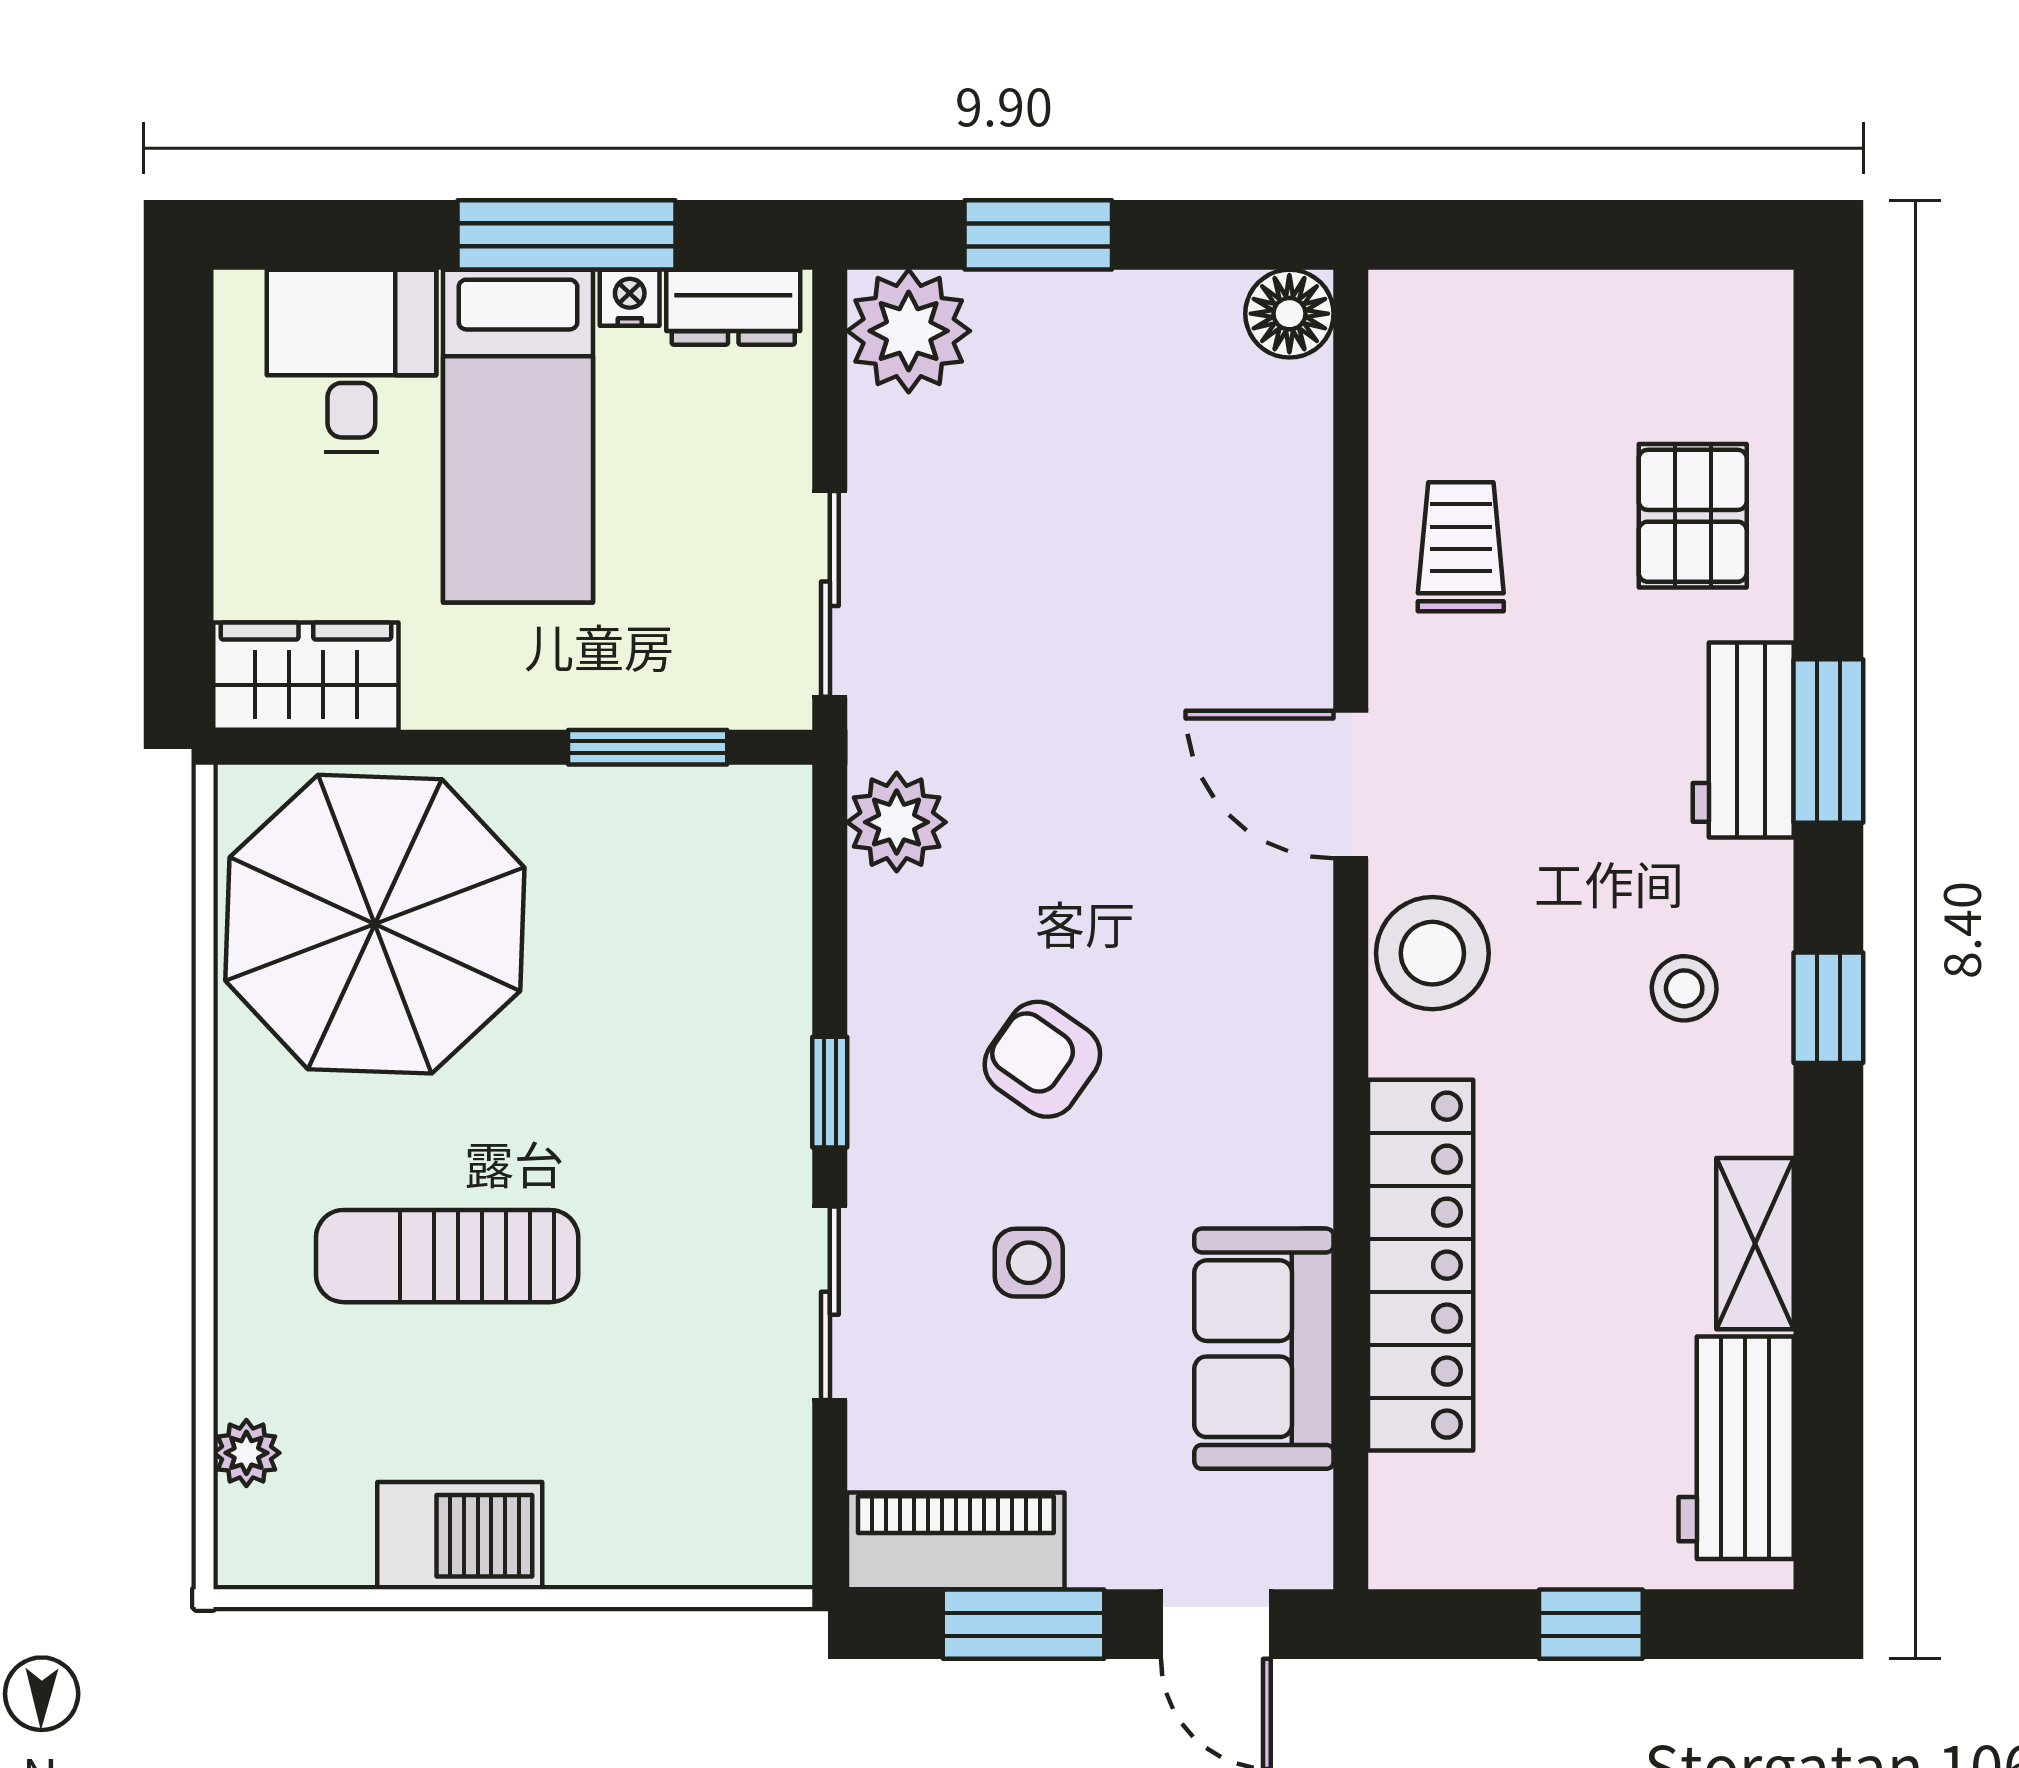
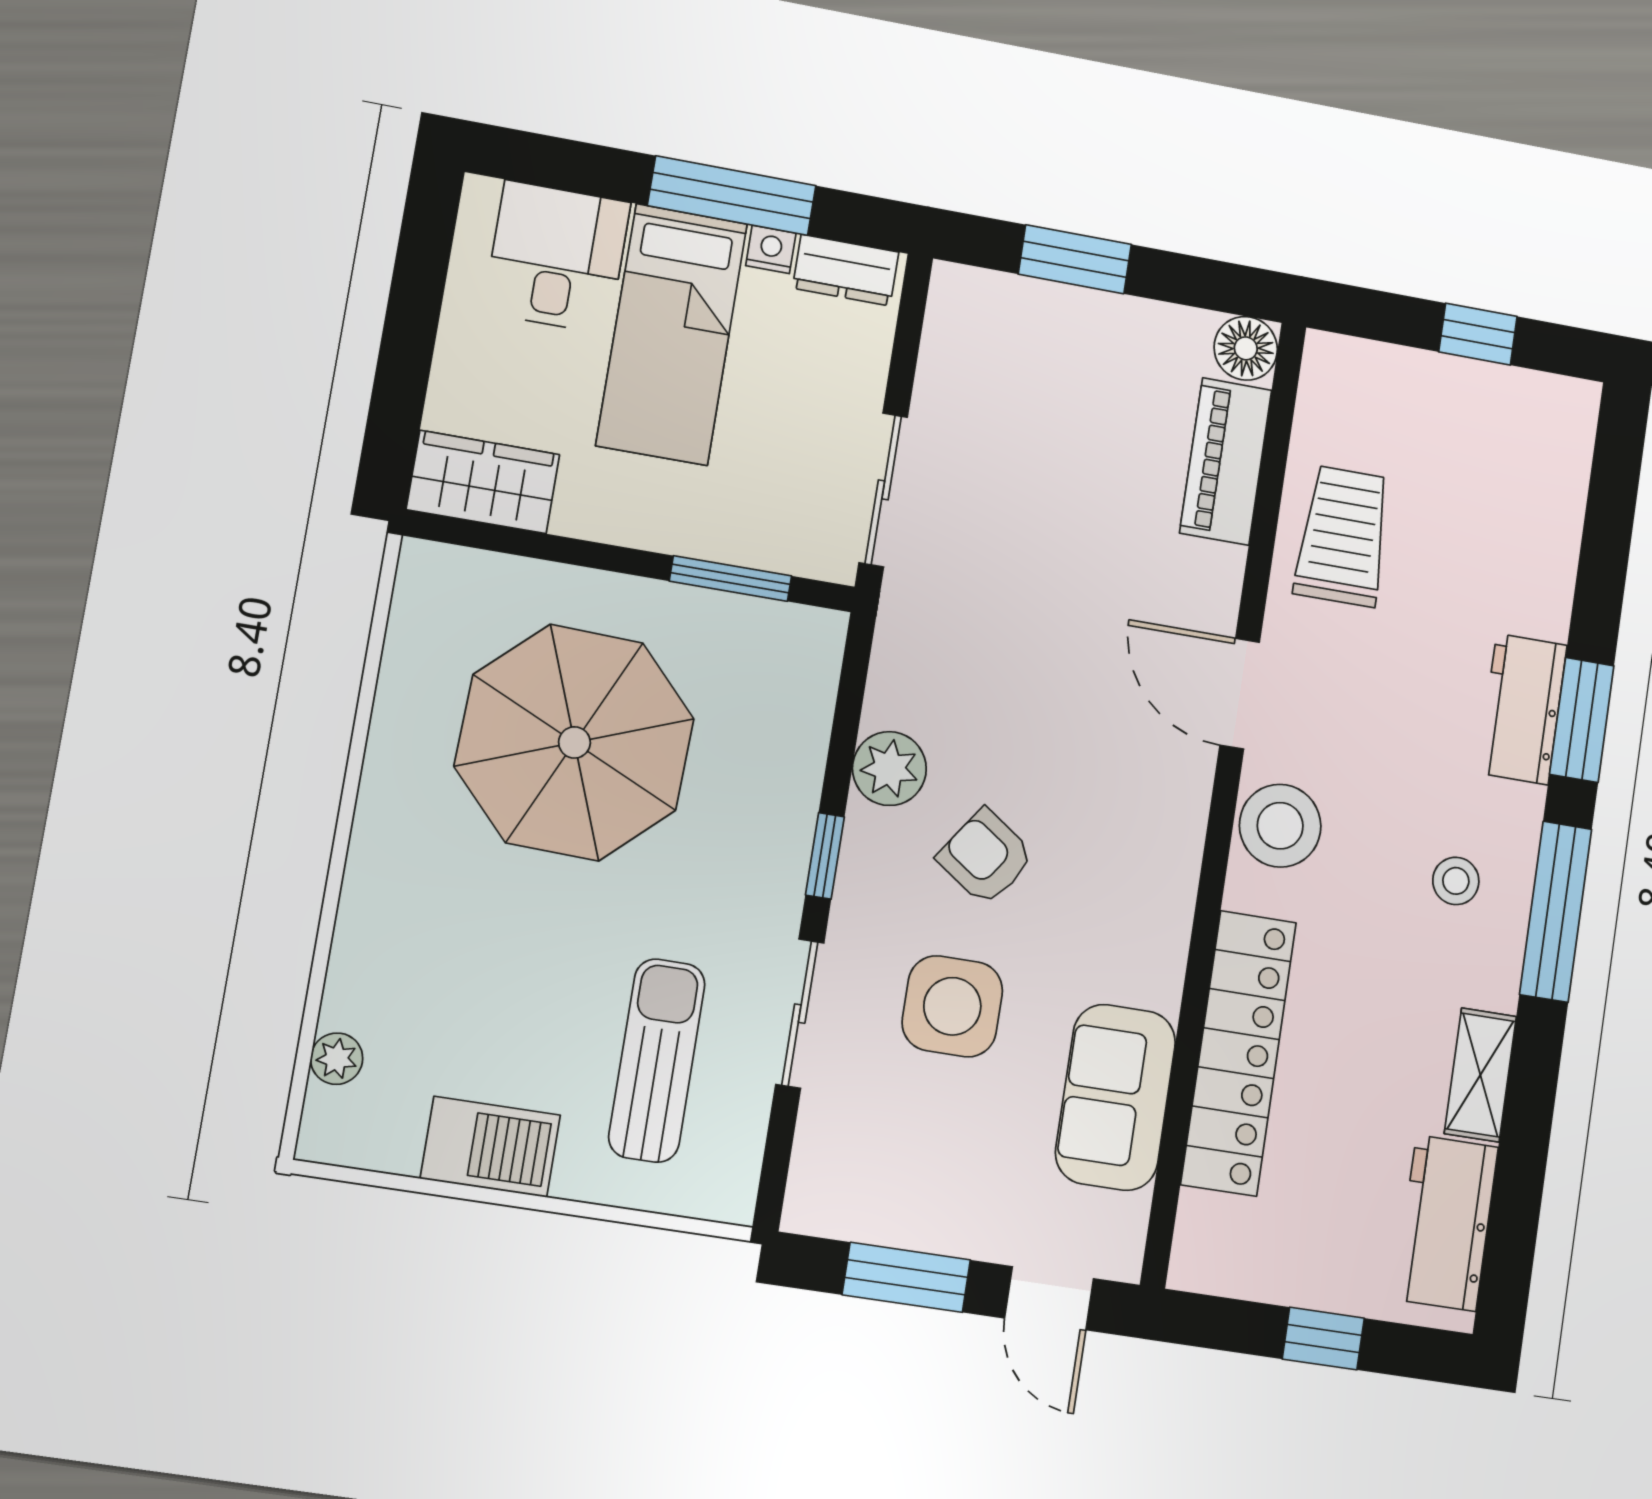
window: (1608, 235) -> (1478, 334), added
plant: (909, 331) -> (971, 311), removed
pallet: (1693, 516) -> (1509, 543), removed
trolley: (1461, 547) -> (1343, 536), width x1.36, depth x1.39
plant: (897, 822) -> (889, 769), moved
parasol: (375, 924) -> (574, 742), moved
window: (1828, 1008) -> (1556, 912), width x2.17
sun lounger: (447, 1256) -> (657, 1060), moved, turned 90
side table: (1029, 1263) -> (952, 1006), width x1.87, depth x1.87
piano: (956, 1541) -> (1226, 461), moved, turned -90

